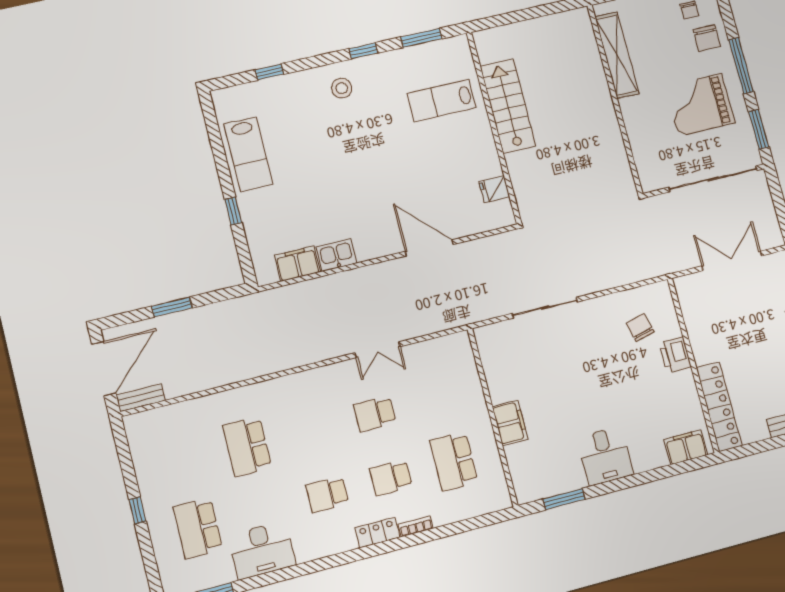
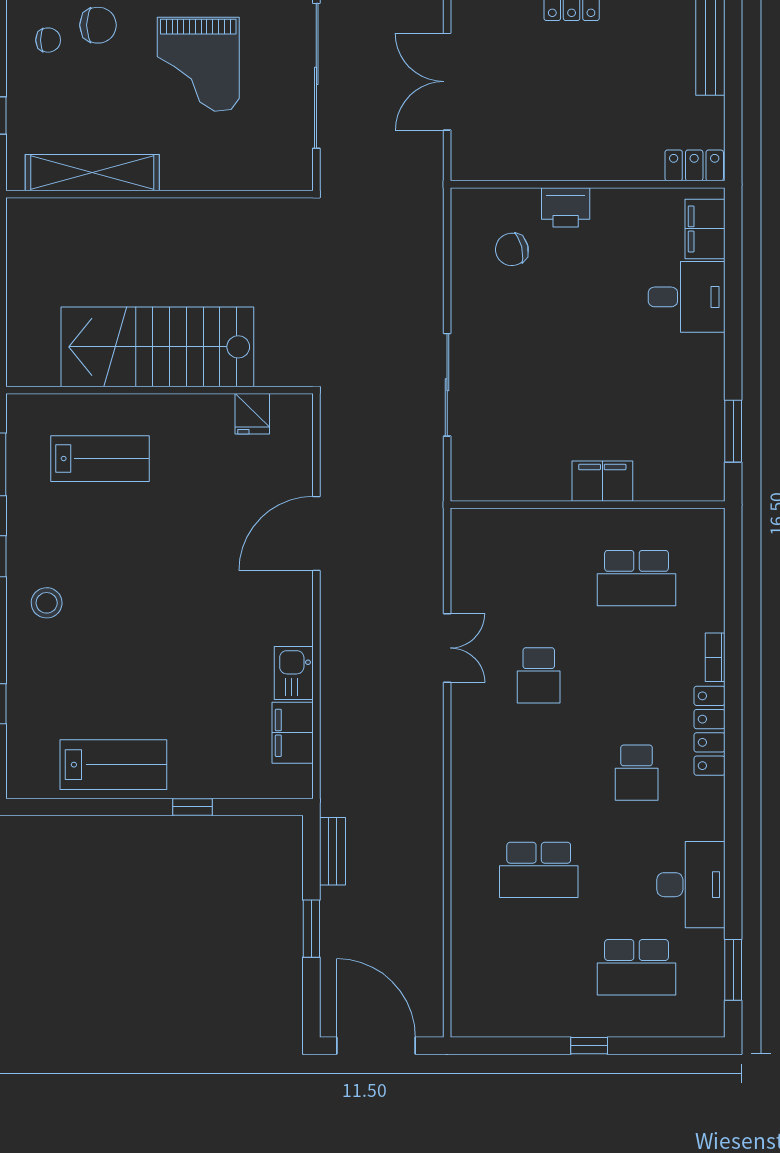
lab bench: (442, 101) -> (100, 459), turned -90
stairs: (508, 106) -> (157, 347), width x1.36, depth x1.51
bench: (141, 398) -> (332, 851), moved
locker: (719, 407) -> (694, 165), width x0.46, depth x0.83
desk: (605, 456) -> (687, 297), moved
school desk: (391, 478) -> (637, 675), removed
locker: (377, 533) -> (709, 731), width x1.53

